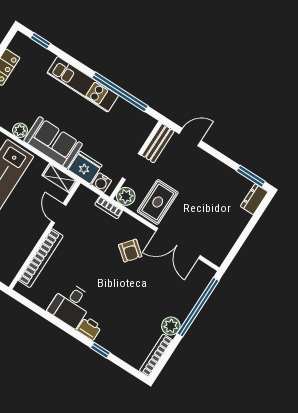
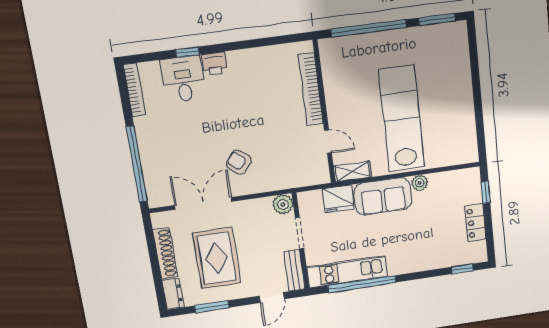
kitchen unit: (83, 84) -> (347, 272), moved
window: (251, 176) -> (212, 307), moved
water cooler: (102, 183) -> (313, 198), removed
rug: (158, 202) -> (217, 258), moved, width x1.36, depth x1.43
bookcase: (109, 208) -> (289, 183), removed
shoe rack: (234, 232) -> (165, 253), added
desk: (71, 305) -> (183, 79), moved
plant: (171, 326) -> (145, 127), removed

